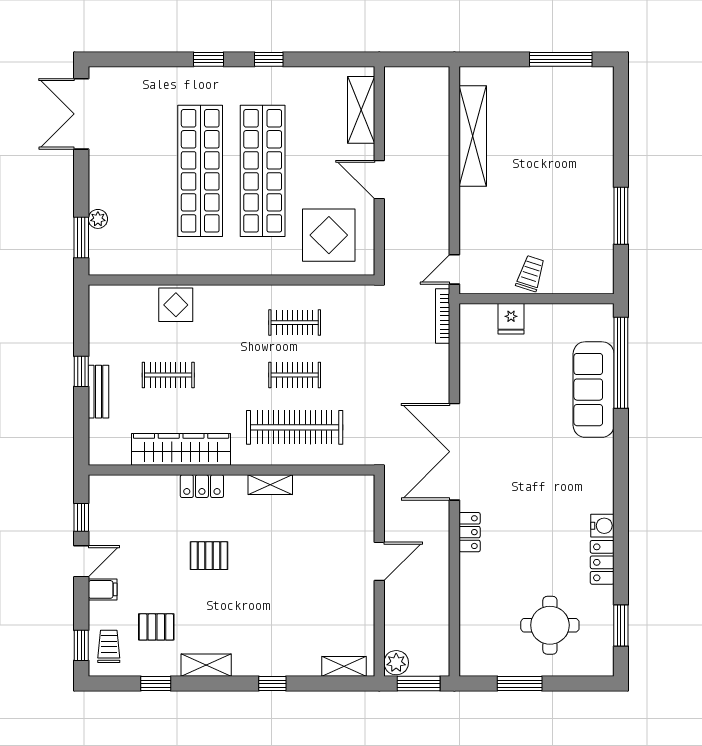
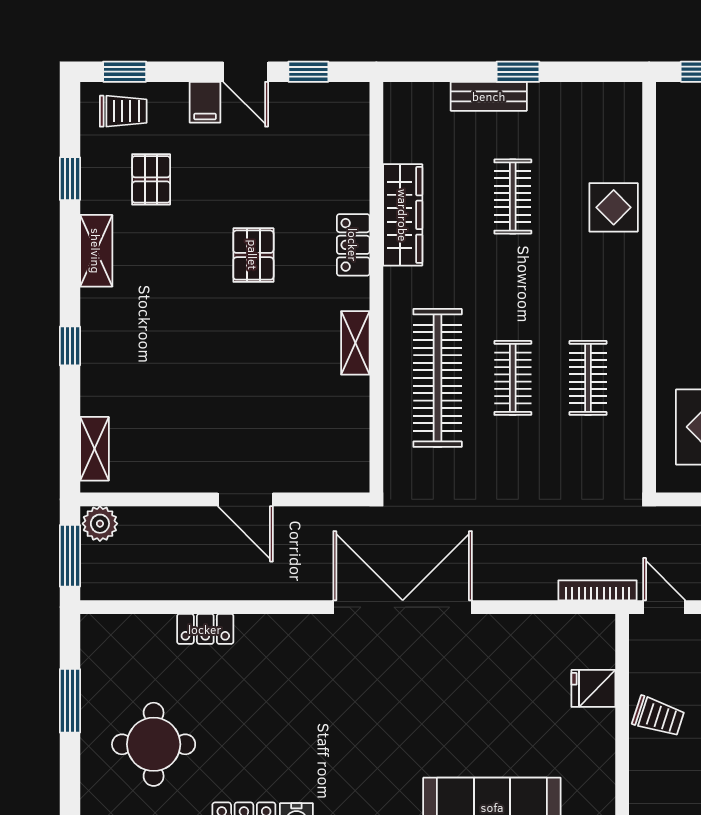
wardrobe: (181, 449) -> (403, 215), width x0.71, depth x0.85
locker: (470, 532) -> (205, 629), moved

